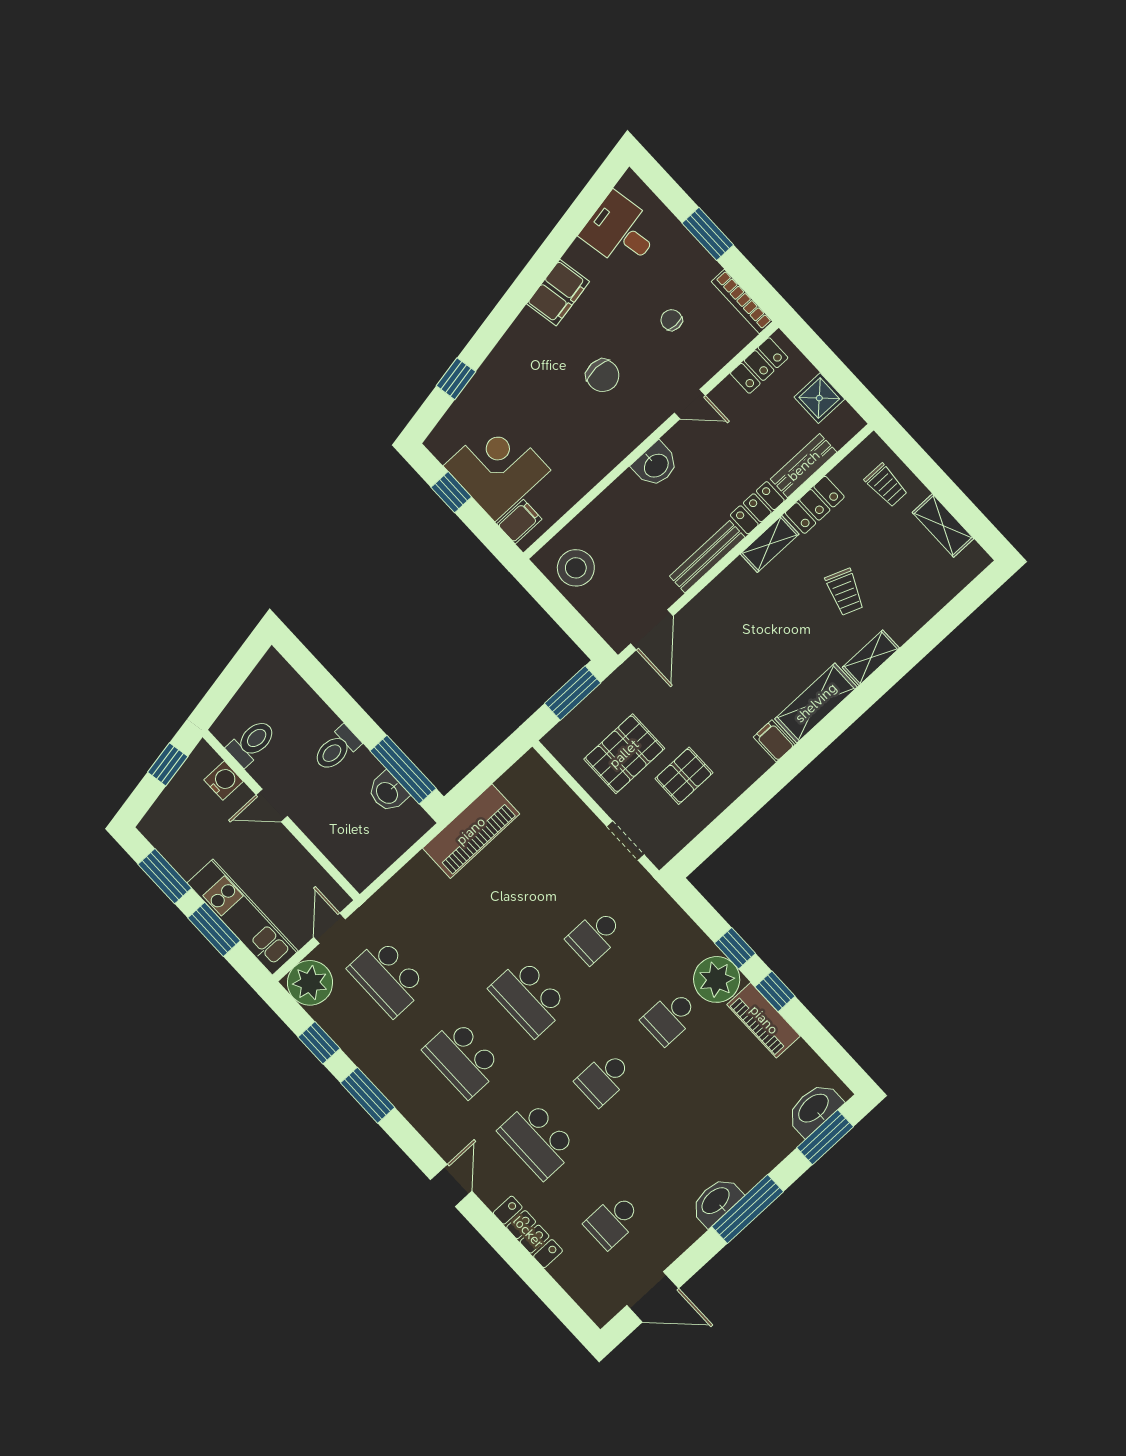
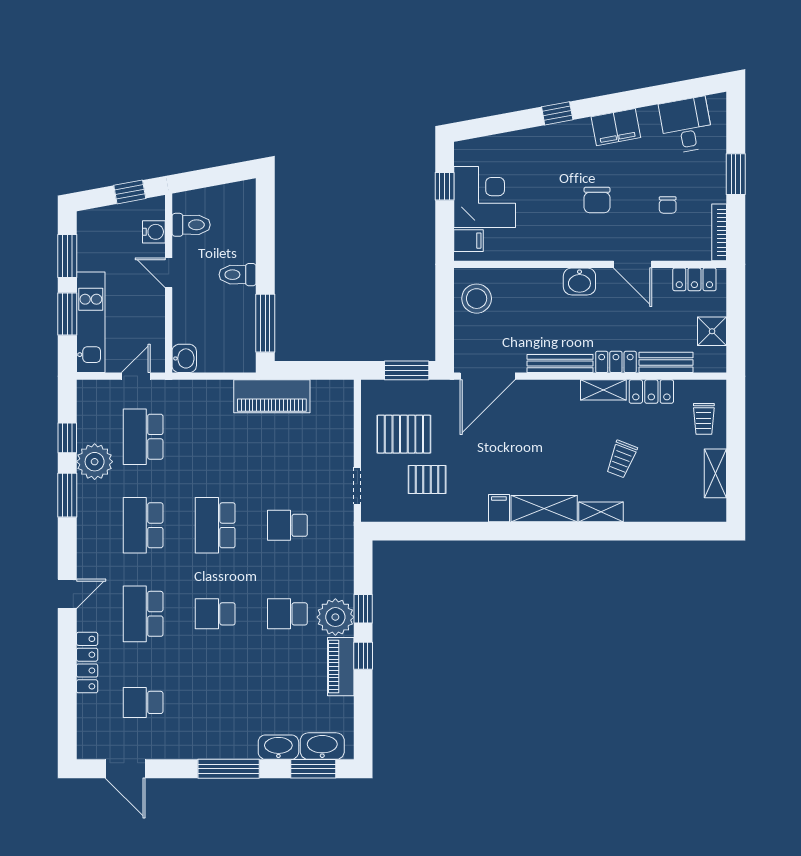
chair: (672, 320) -> (668, 205), turned 180
window: (456, 379) -> (557, 113), moved
door: (690, 404) -> (633, 264), width x1.38
door: (652, 630) -> (488, 376), width x1.36
washbasin: (388, 792) -> (184, 358), moved, turned 180
plant: (310, 983) -> (95, 462), moved
washbasin: (716, 1201) -> (278, 747), moved

